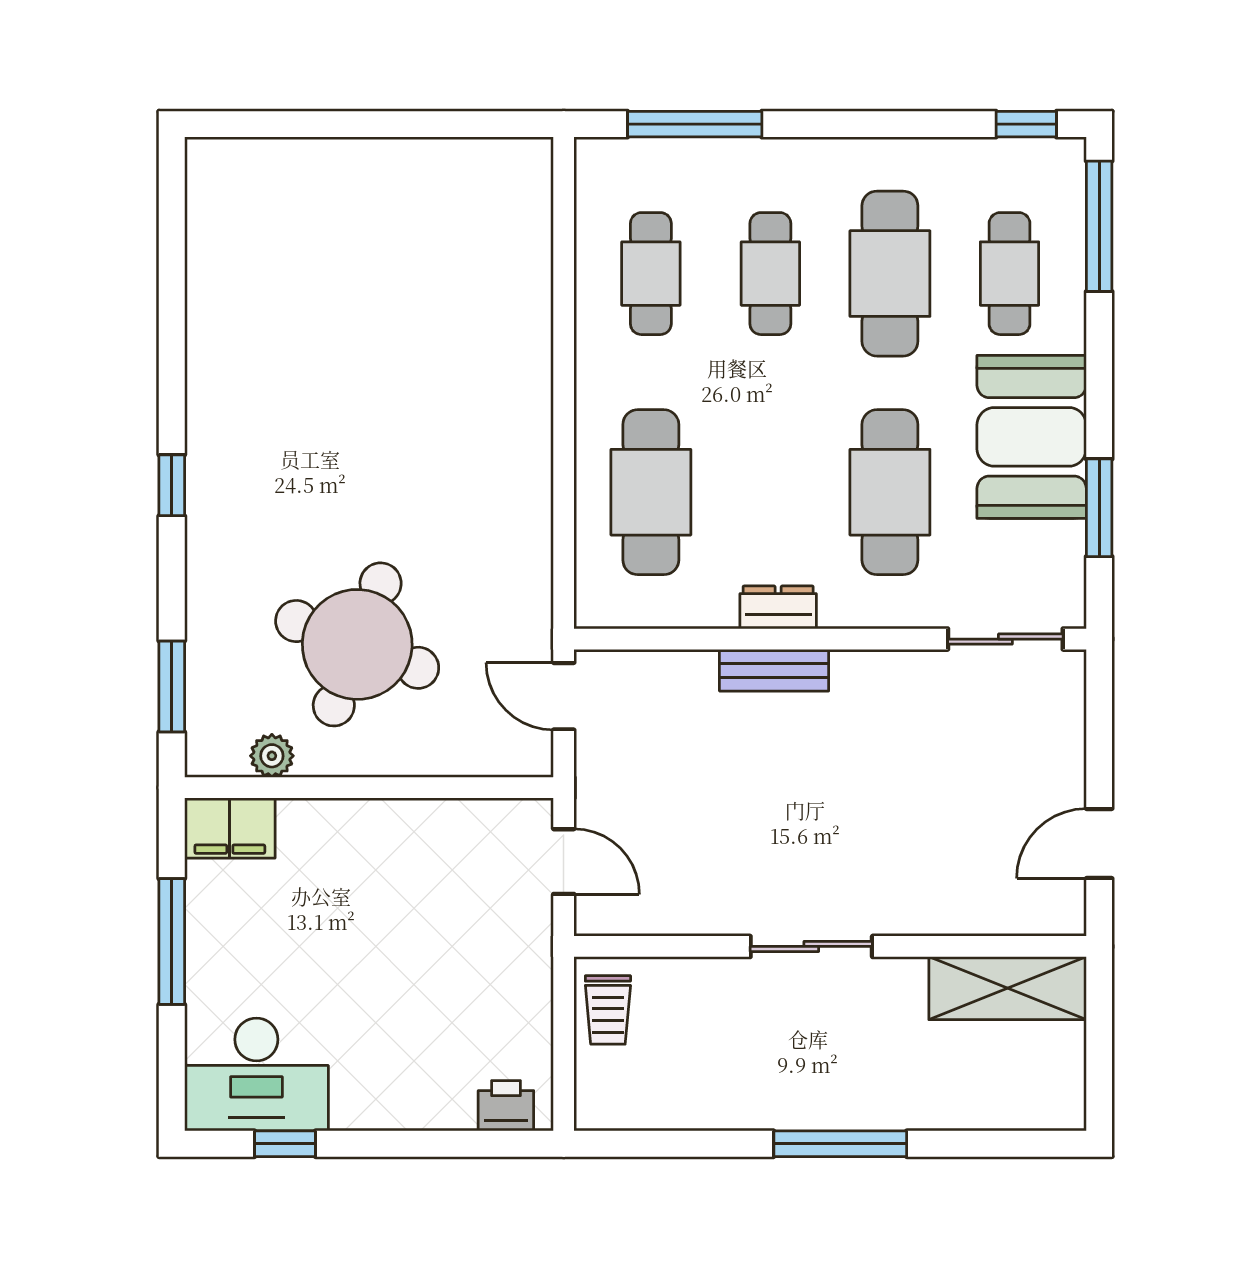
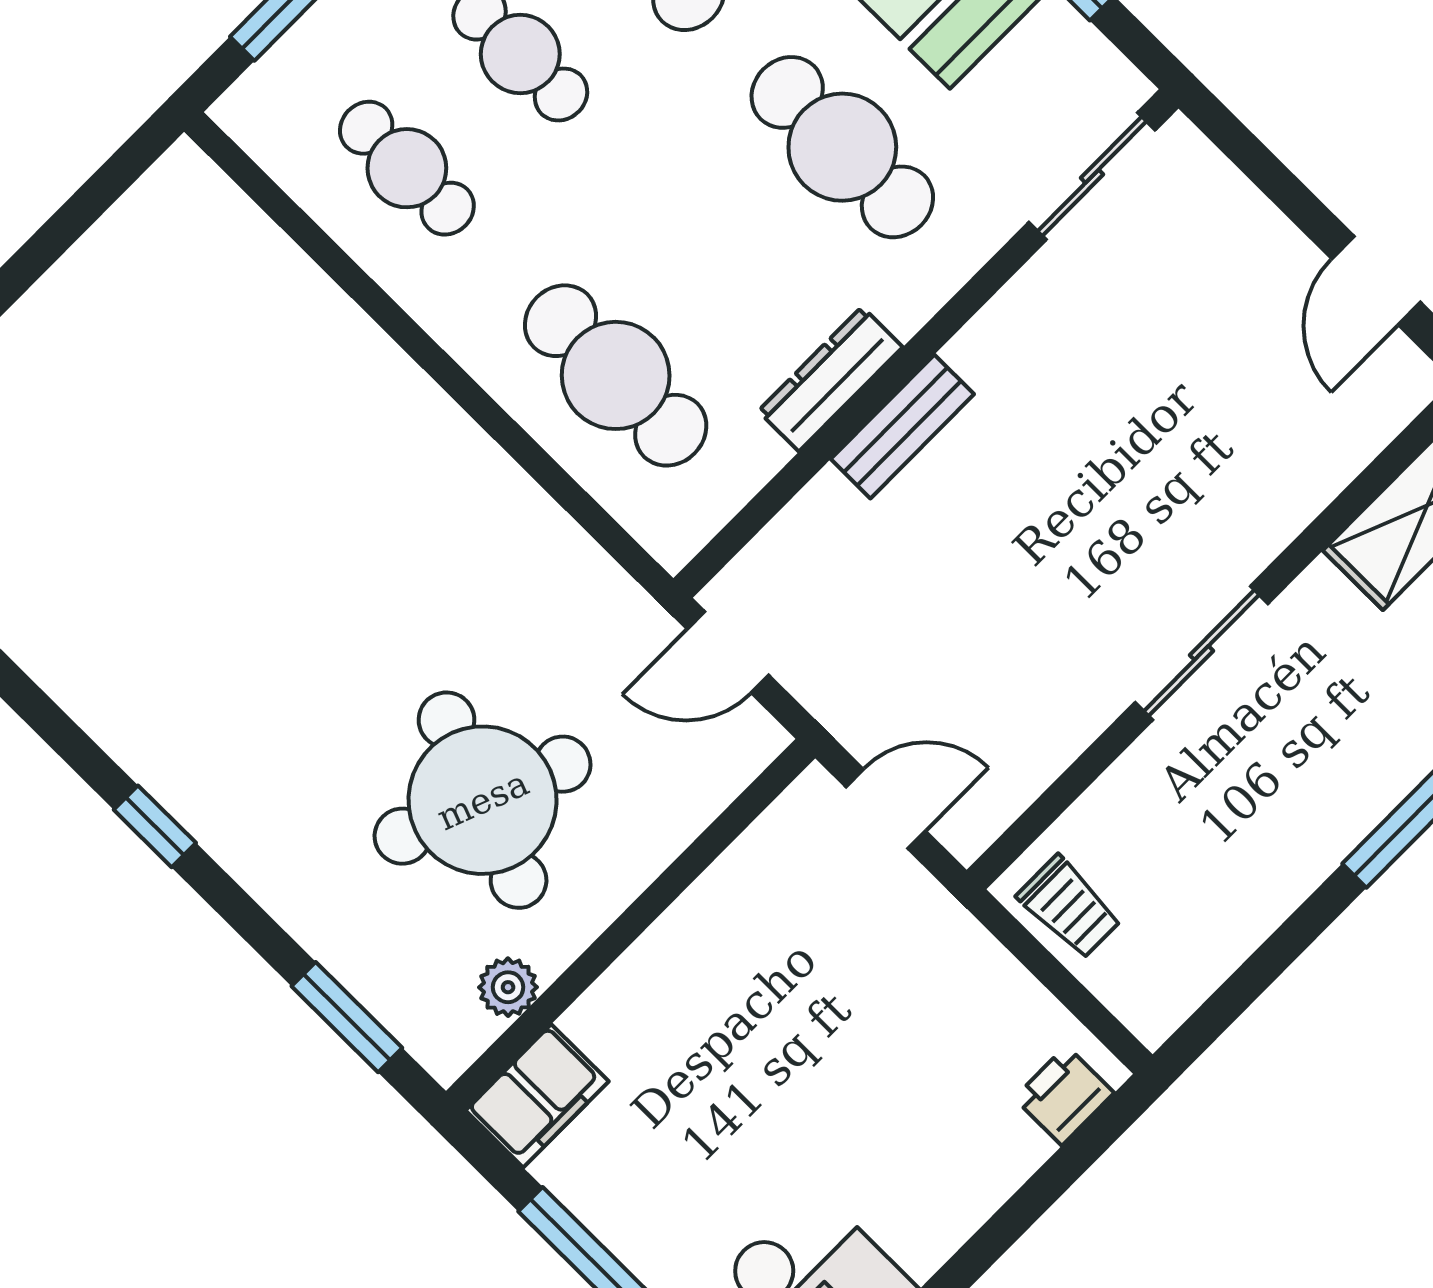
dresser: (778, 607) -> (830, 379), width x1.44

